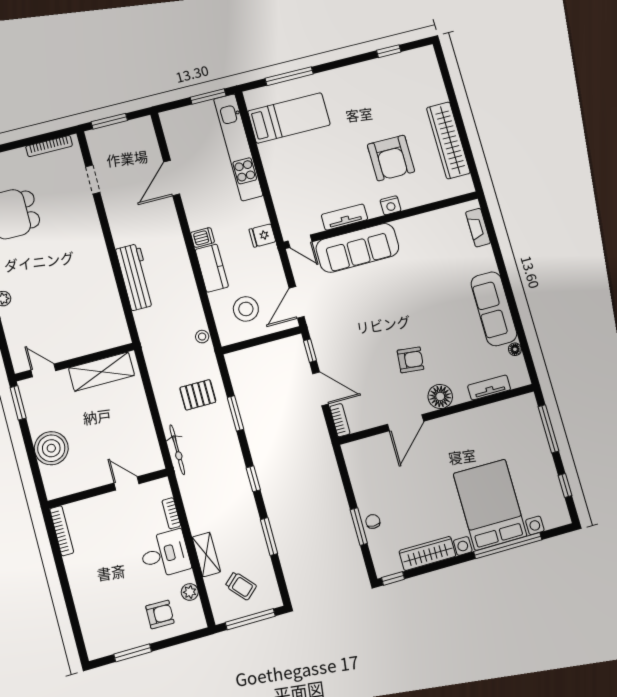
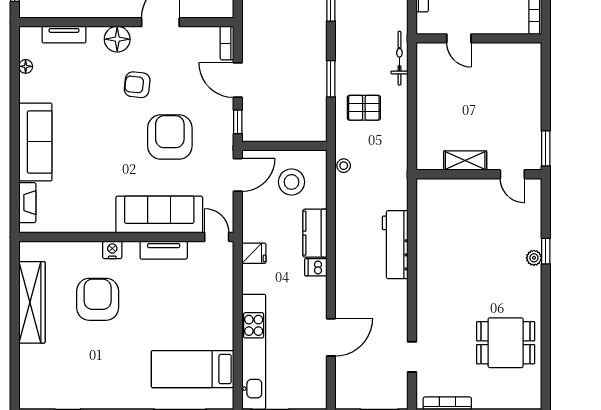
sofa: (494, 309) -> (35, 142), moved
armchair: (368, 320) -> (170, 137), added
shelving: (102, 372) -> (465, 160), width x0.67, depth x0.75
boiler: (51, 448) -> (524, 94), removed

